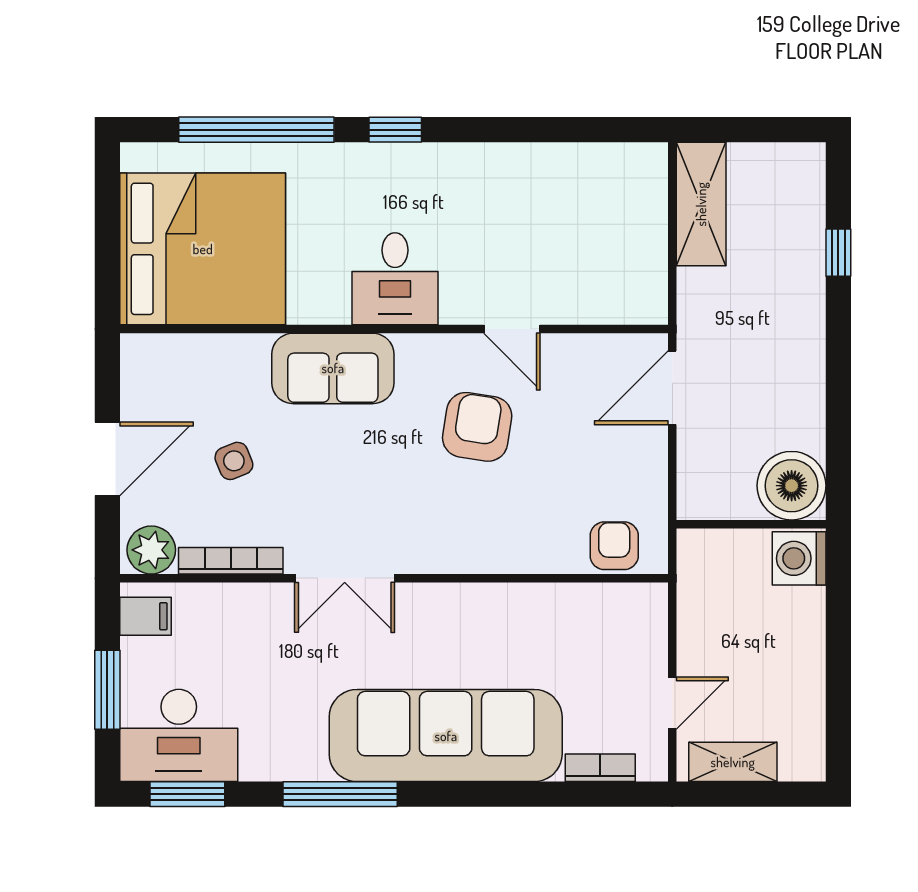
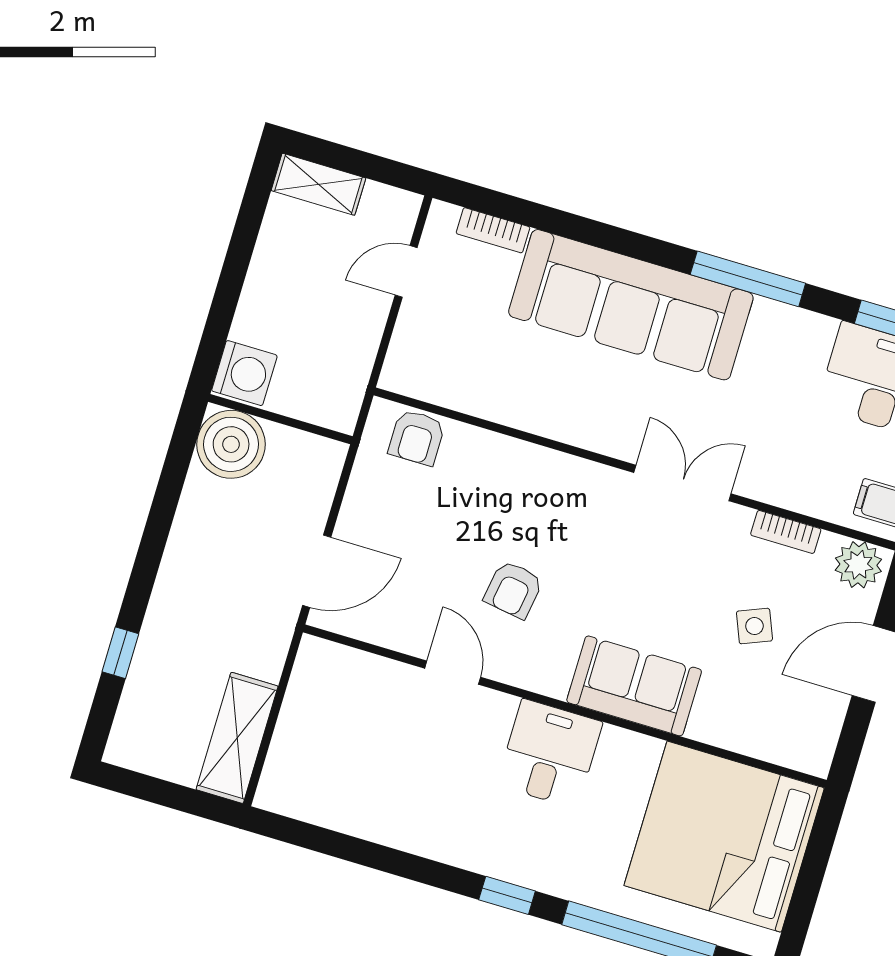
armchair: (477, 427) -> (513, 590), width x0.72, depth x0.72
bookcase: (231, 561) -> (786, 532), width x0.64
shelving: (733, 762) -> (318, 184), moved

